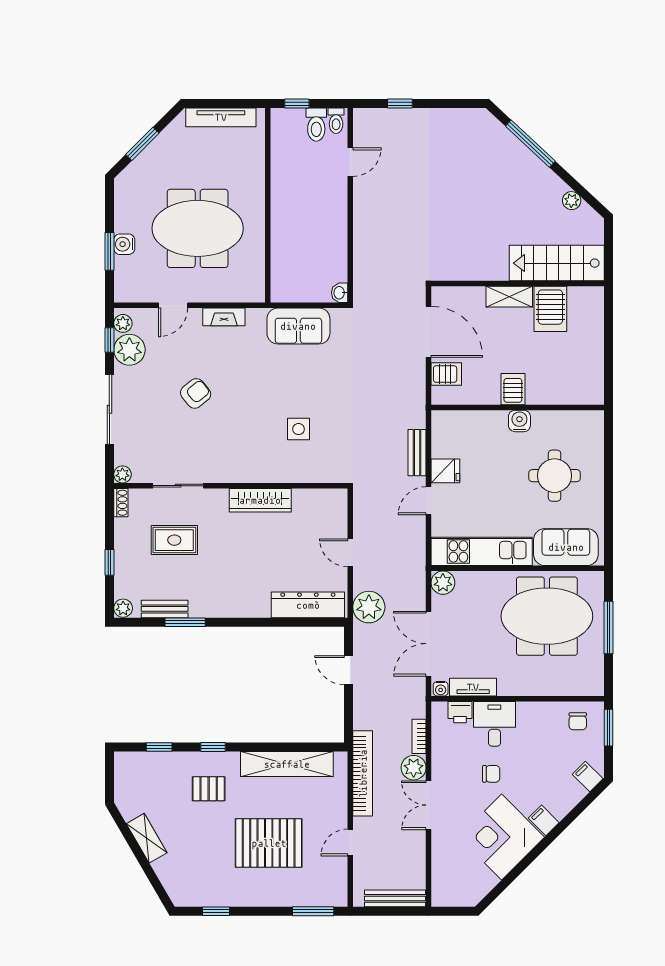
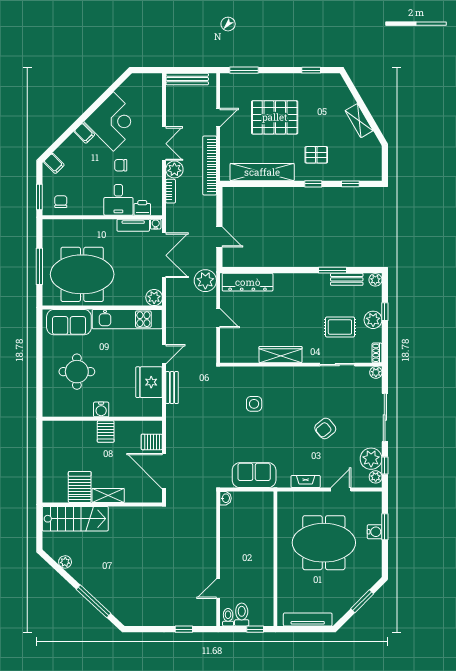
fridge: (445, 471) -> (149, 382), width x1.88, depth x1.34
plant: (127, 550) -> (373, 320), added

